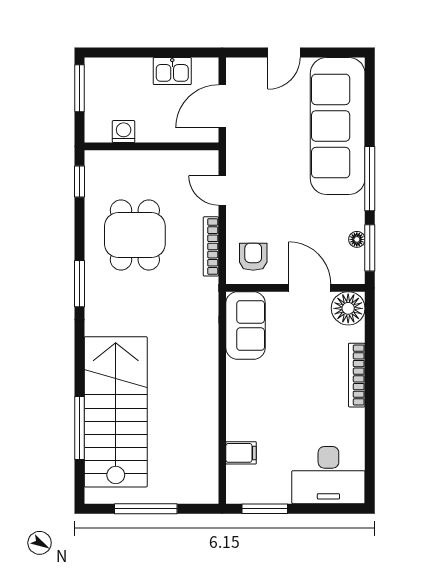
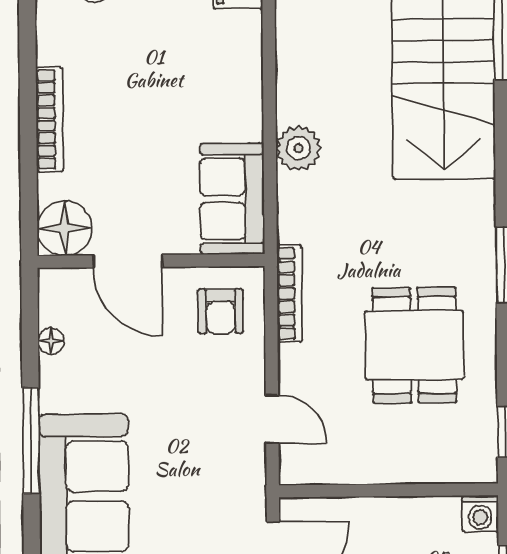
washing machine: (124, 132) -> (480, 514), moved
bookcase: (211, 246) -> (289, 293), moved
window: (370, 248) -> (30, 327), removed
plant: (205, 356) -> (298, 148), added

